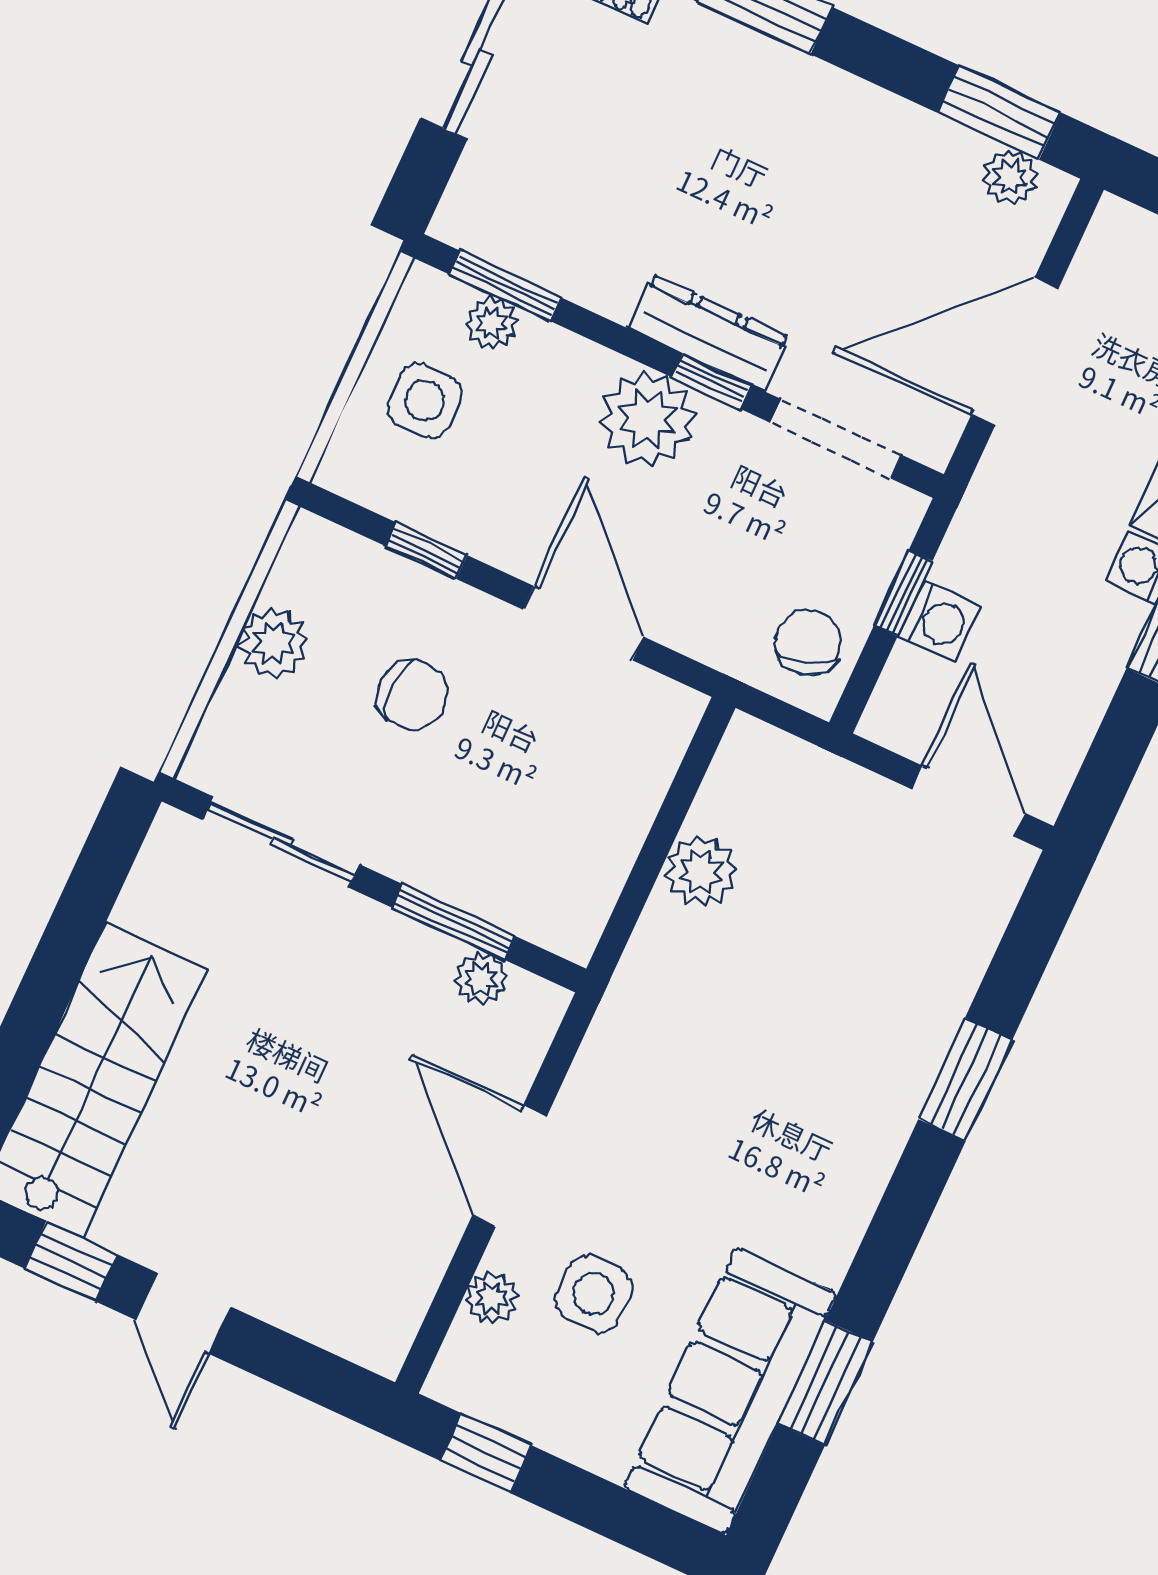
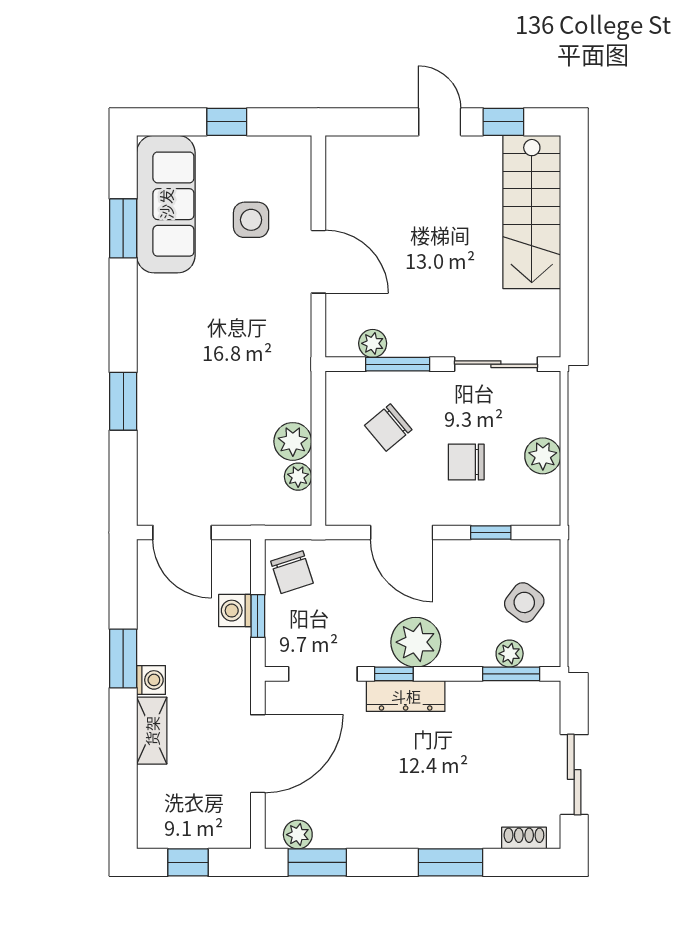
side table: (424, 401) -> (524, 602), turned 37
chair: (521, 818) -> (388, 428), added
plant: (492, 1298) -> (298, 477), moved
window: (486, 1453) -> (227, 122), moved

